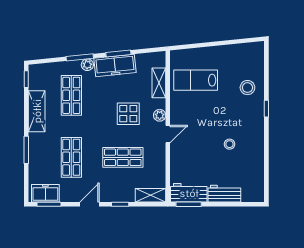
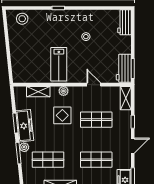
lab bench: (196, 80) -> (59, 64), moved
stool: (247, 88) -> (22, 19), moved
door: (168, 134) -> (94, 85), moved
shop shelf: (123, 157) -> (96, 120), turned 90
workbench: (224, 194) -> (124, 22), moved
door: (90, 204) -> (133, 146), swing flipped

